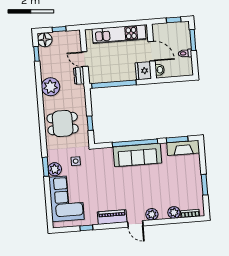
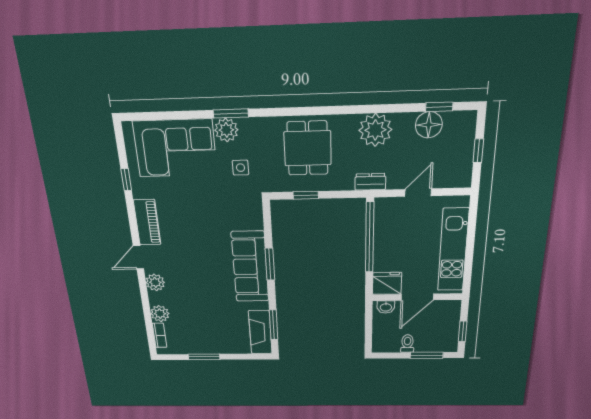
floor lamp: (45, 40) -> (429, 125), moved
dresser: (79, 76) -> (370, 182), moved
window: (135, 143) -> (270, 264), width x0.47

